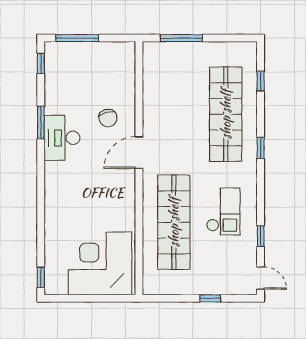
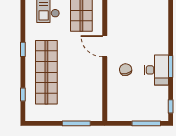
desk: (62, 138) -> (156, 70), moved
door: (139, 153) -> (105, 46), swing flipped

